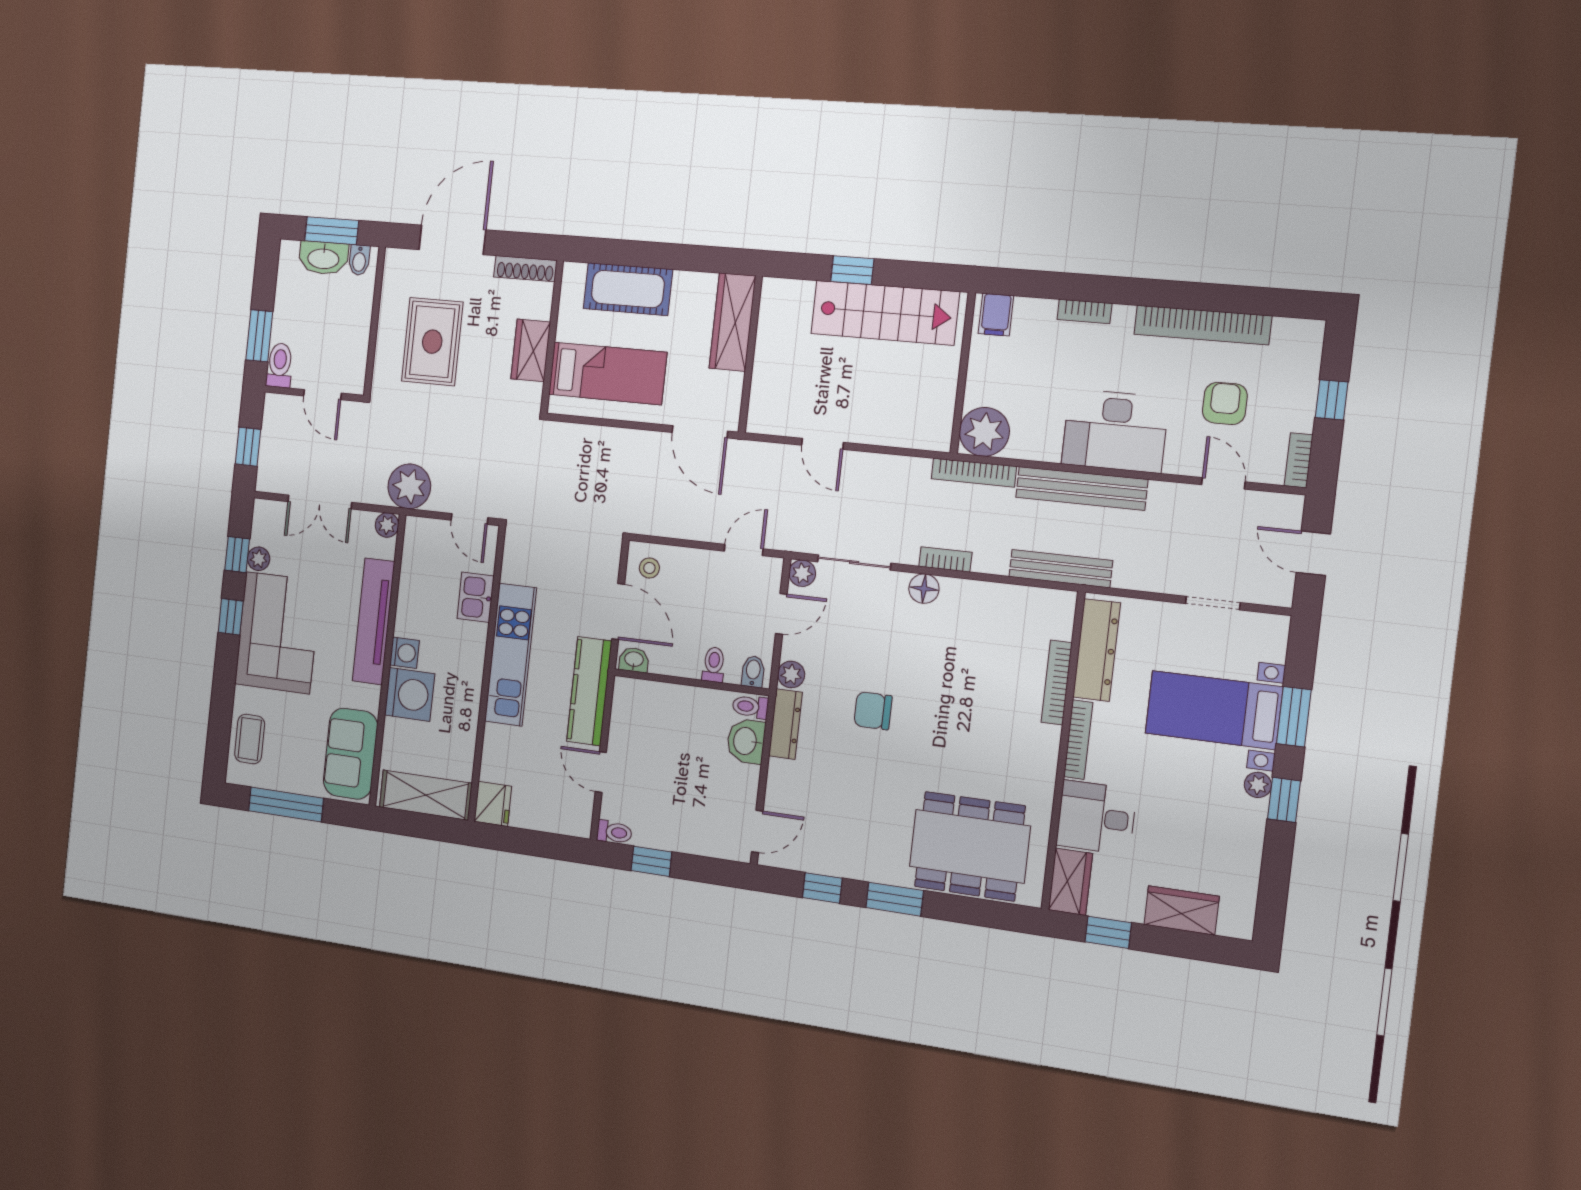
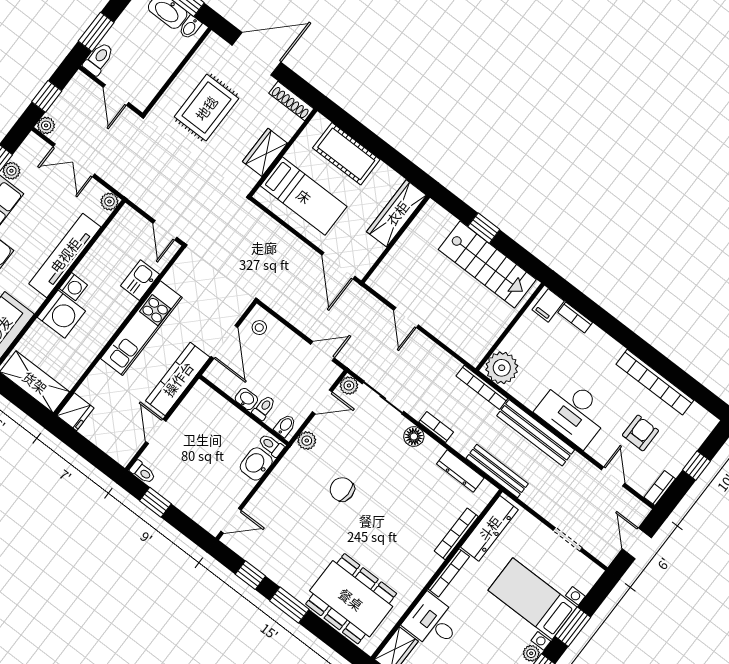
bookcase: (1084, 311) -> (575, 318), moved
plant: (409, 486) -> (46, 125), moved, width x0.53, depth x0.53
washbasin: (634, 660) -> (246, 399), moved
dresser: (786, 724) -> (460, 471), moved, turned 90

